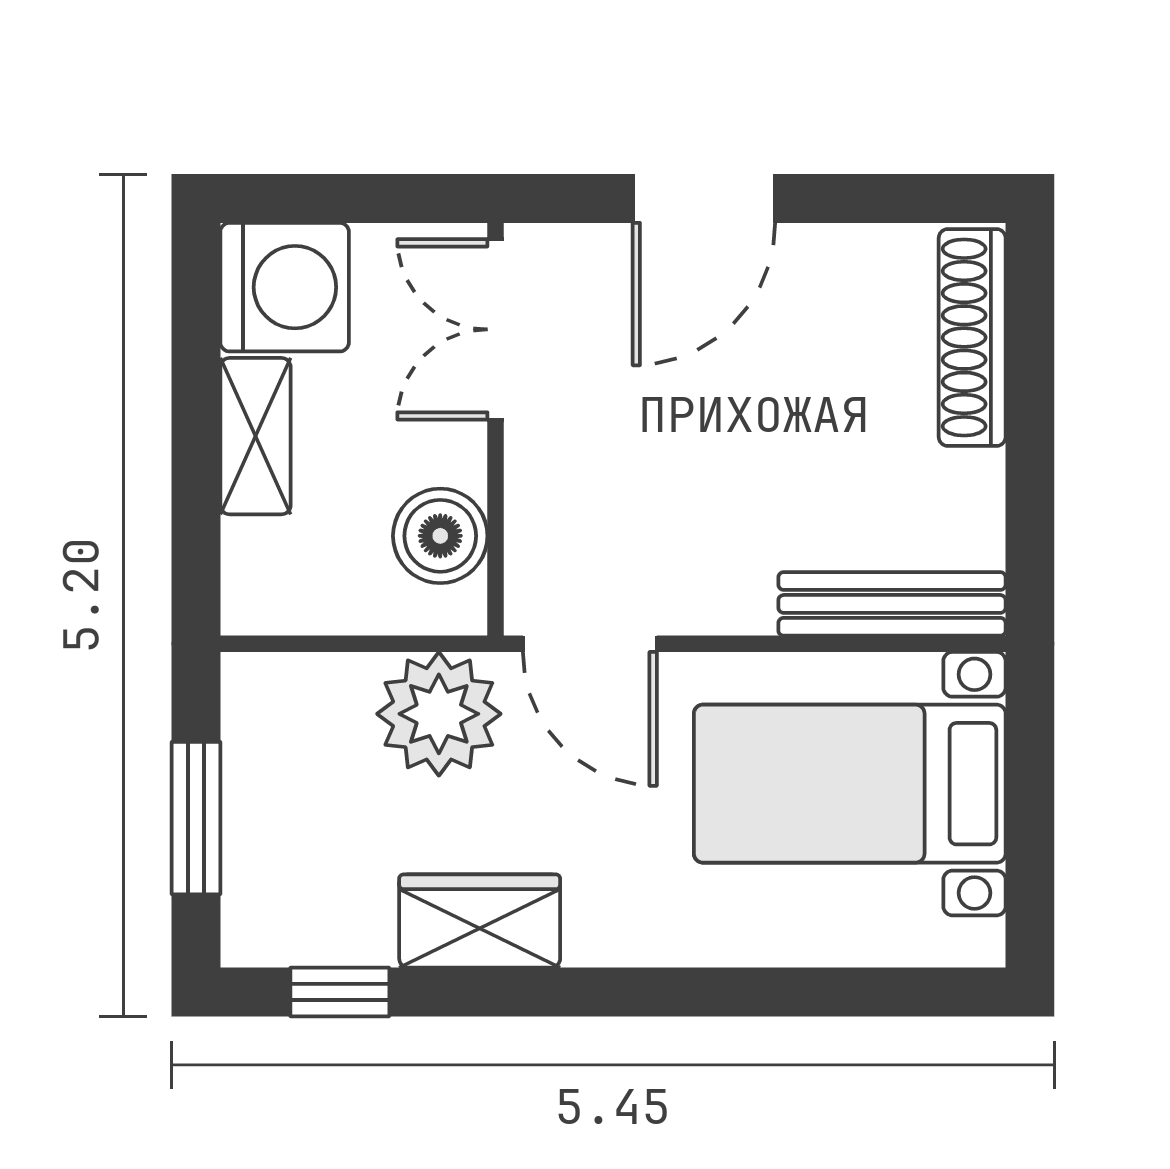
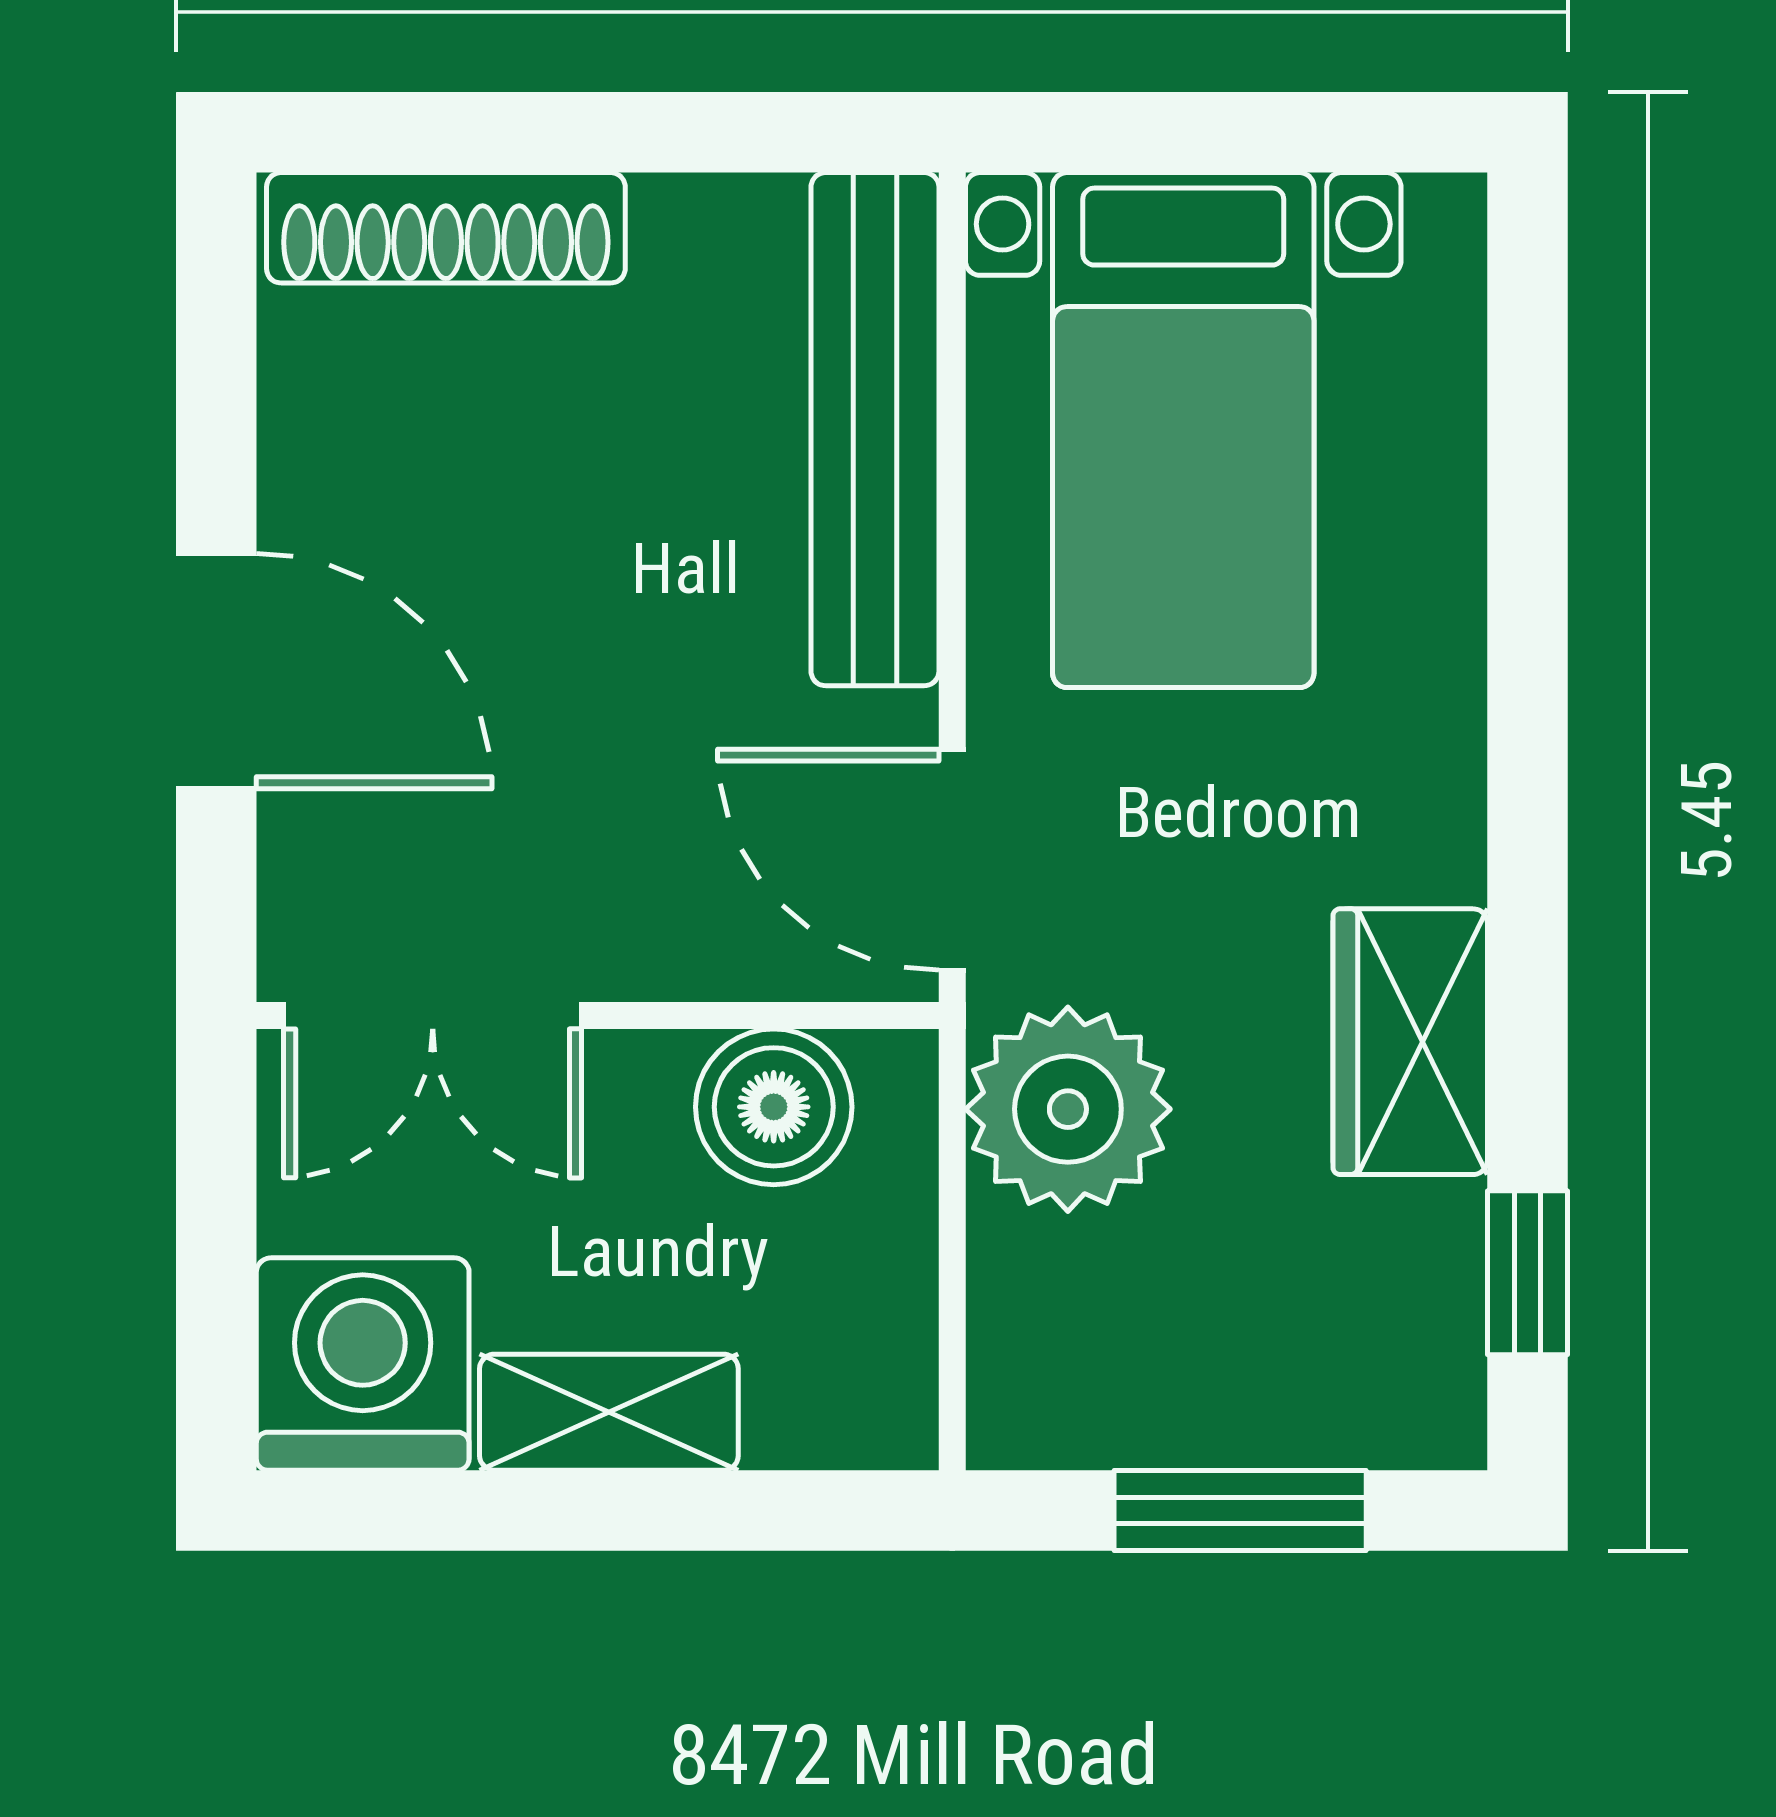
bench: (892, 604) -> (875, 429), width x1.37, depth x1.21
door: (590, 644) -> (952, 860), swing flipped

